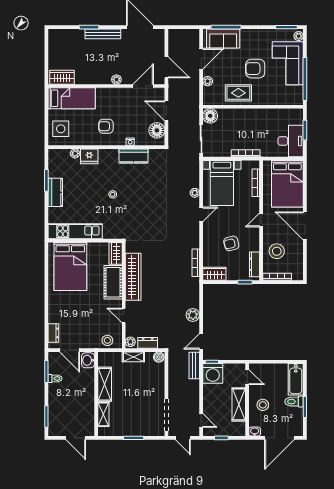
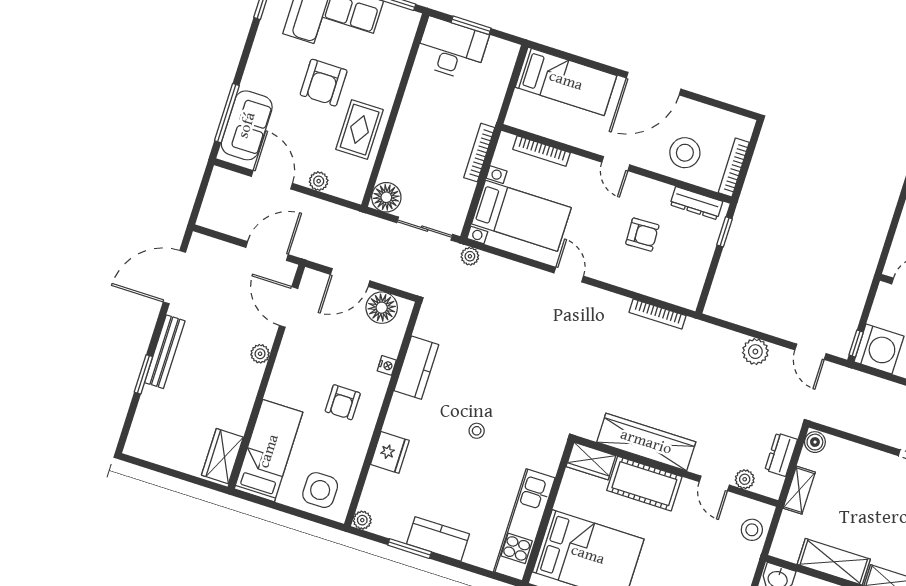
desk: (291, 141) -> (452, 49), moved
plant: (75, 153) -> (362, 520), moved
bed: (287, 184) -> (566, 81), width x0.67
plant: (195, 193) -> (470, 256), moved
armchair: (231, 243) -> (642, 235), turned -78
wardrobe: (214, 274) -> (690, 285), removed
door: (124, 315) -> (714, 483), hinge flipped
plant: (130, 342) -> (745, 479), moved
bench: (194, 366) -> (853, 380), removed

